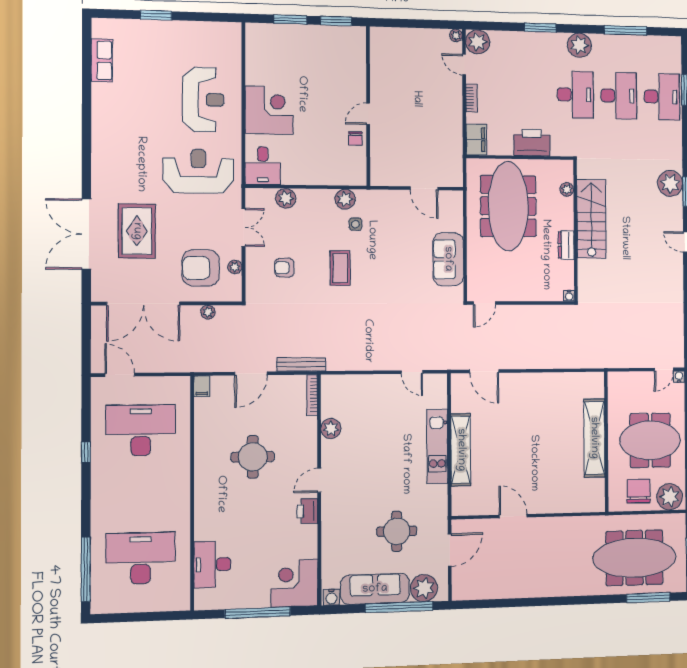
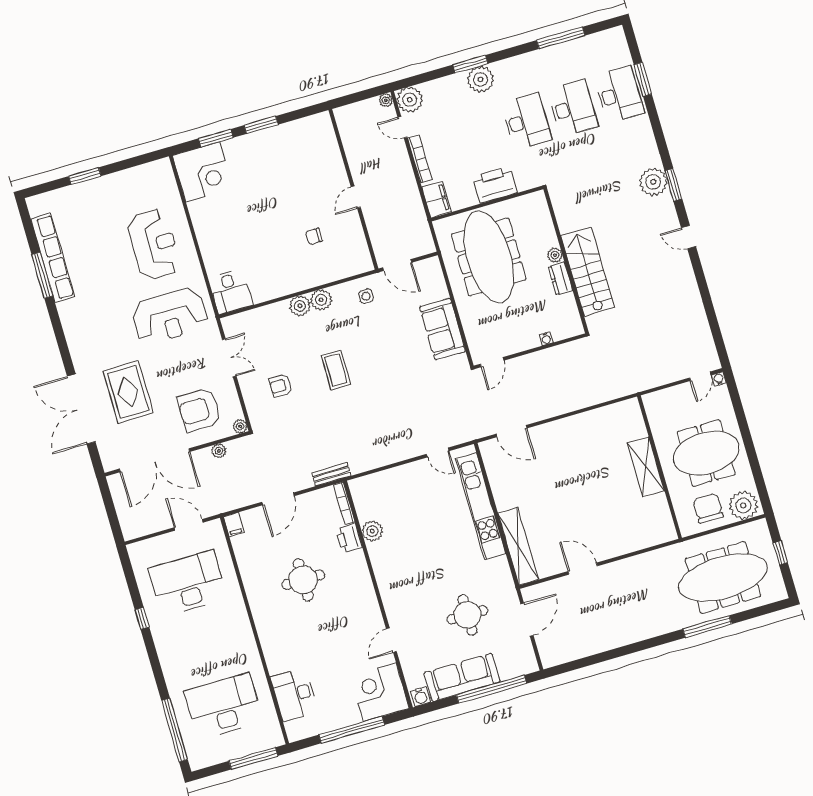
plant: (579, 45) -> (481, 79), moved
row of seats: (102, 60) -> (53, 258), width x2.02
window: (87, 96) -> (42, 275), added
bookcase: (471, 98) -> (420, 159), width x1.56
wall: (368, 106) -> (353, 189), moved
corner desk: (269, 110) -> (203, 172), moved, turned 90
door: (368, 114) -> (356, 197), moved
chair: (355, 139) -> (314, 236), turned 90
reception desk: (198, 171) -> (170, 316), turned 180
plant: (567, 189) -> (555, 255), moved
plant: (286, 198) -> (300, 306), moved
stairs: (591, 219) -> (588, 272), moved
side table: (356, 224) -> (366, 296), moved
plant: (235, 267) -> (240, 426), moved
water cooler: (569, 296) -> (546, 339), moved
bench: (301, 364) -> (331, 474), width x0.73
door: (120, 375) -> (189, 525), moved
shelving: (594, 438) -> (646, 467), width x0.68
kitchen unit: (437, 446) -> (481, 506), width x1.36
shelving: (461, 450) -> (518, 546), moved
door: (319, 480) -> (391, 640), moved
printer: (307, 511) -> (349, 538), moved
plant: (424, 588) -> (511, 664), removed
window: (648, 598) -> (707, 626), moved
window: (155, 616) -> (253, 758), added

